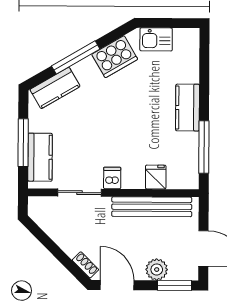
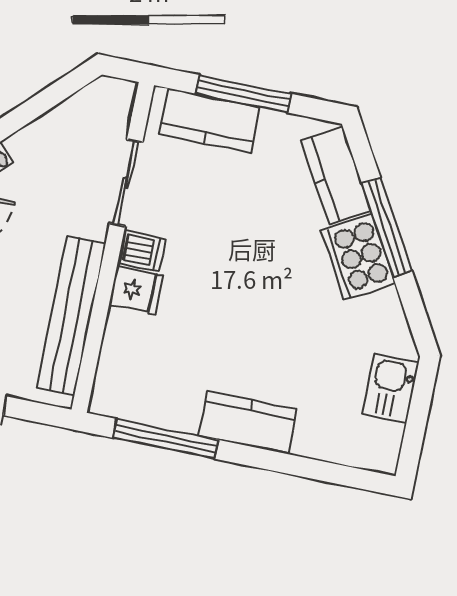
cooker: (115, 57) -> (358, 257), moved
fridge: (156, 177) -> (136, 290), moved

